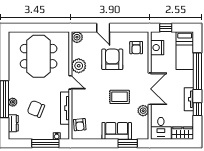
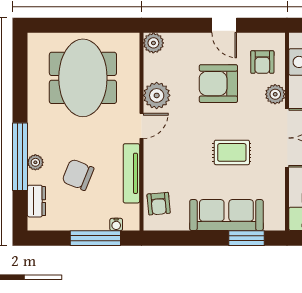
door: (103, 28) -> (224, 25), moved
armchair: (112, 59) -> (218, 84), turned -90
door: (70, 82) -> (141, 126), hinge flipped
plant: (143, 111) -> (275, 94), moved
sofa: (117, 131) -> (226, 215), width x1.36

